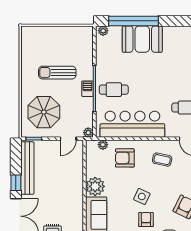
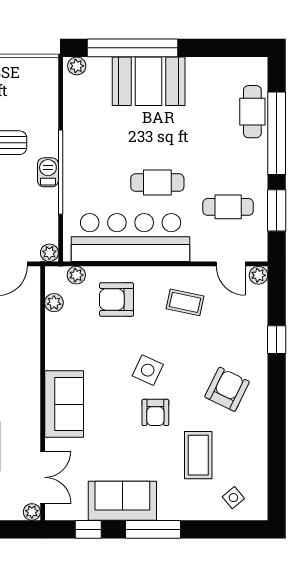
cafe table: (114, 90) -> (157, 183), moved
plant: (95, 186) -> (54, 303), moved, width x0.53, depth x0.53
armchair: (146, 220) -> (155, 412), turned 180

